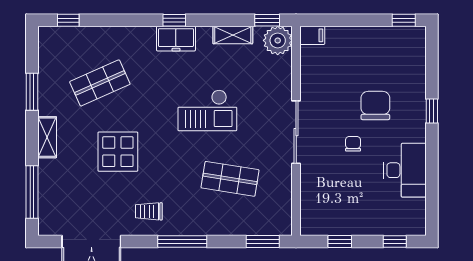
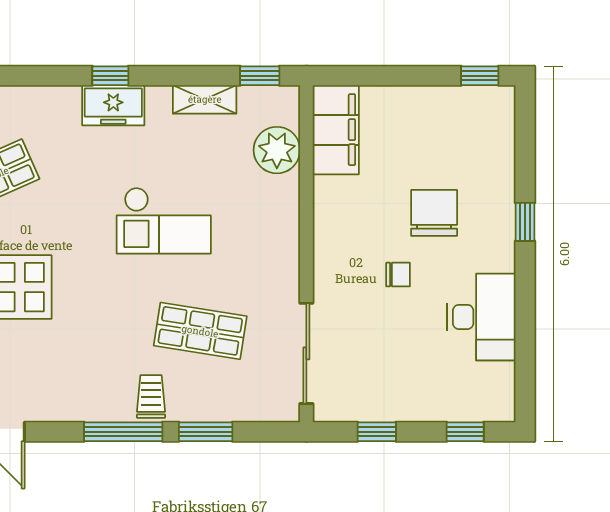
filing cabinet: (312, 35) -> (336, 130), width x3.00, depth x1.17
plant: (278, 40) -> (277, 150), moved
sliding door: (296, 132) -> (306, 353), moved
chair: (353, 144) -> (398, 275), turned 90
trolley: (149, 211) -> (151, 397), moved, turned 90
window: (263, 242) -> (206, 432), moved

